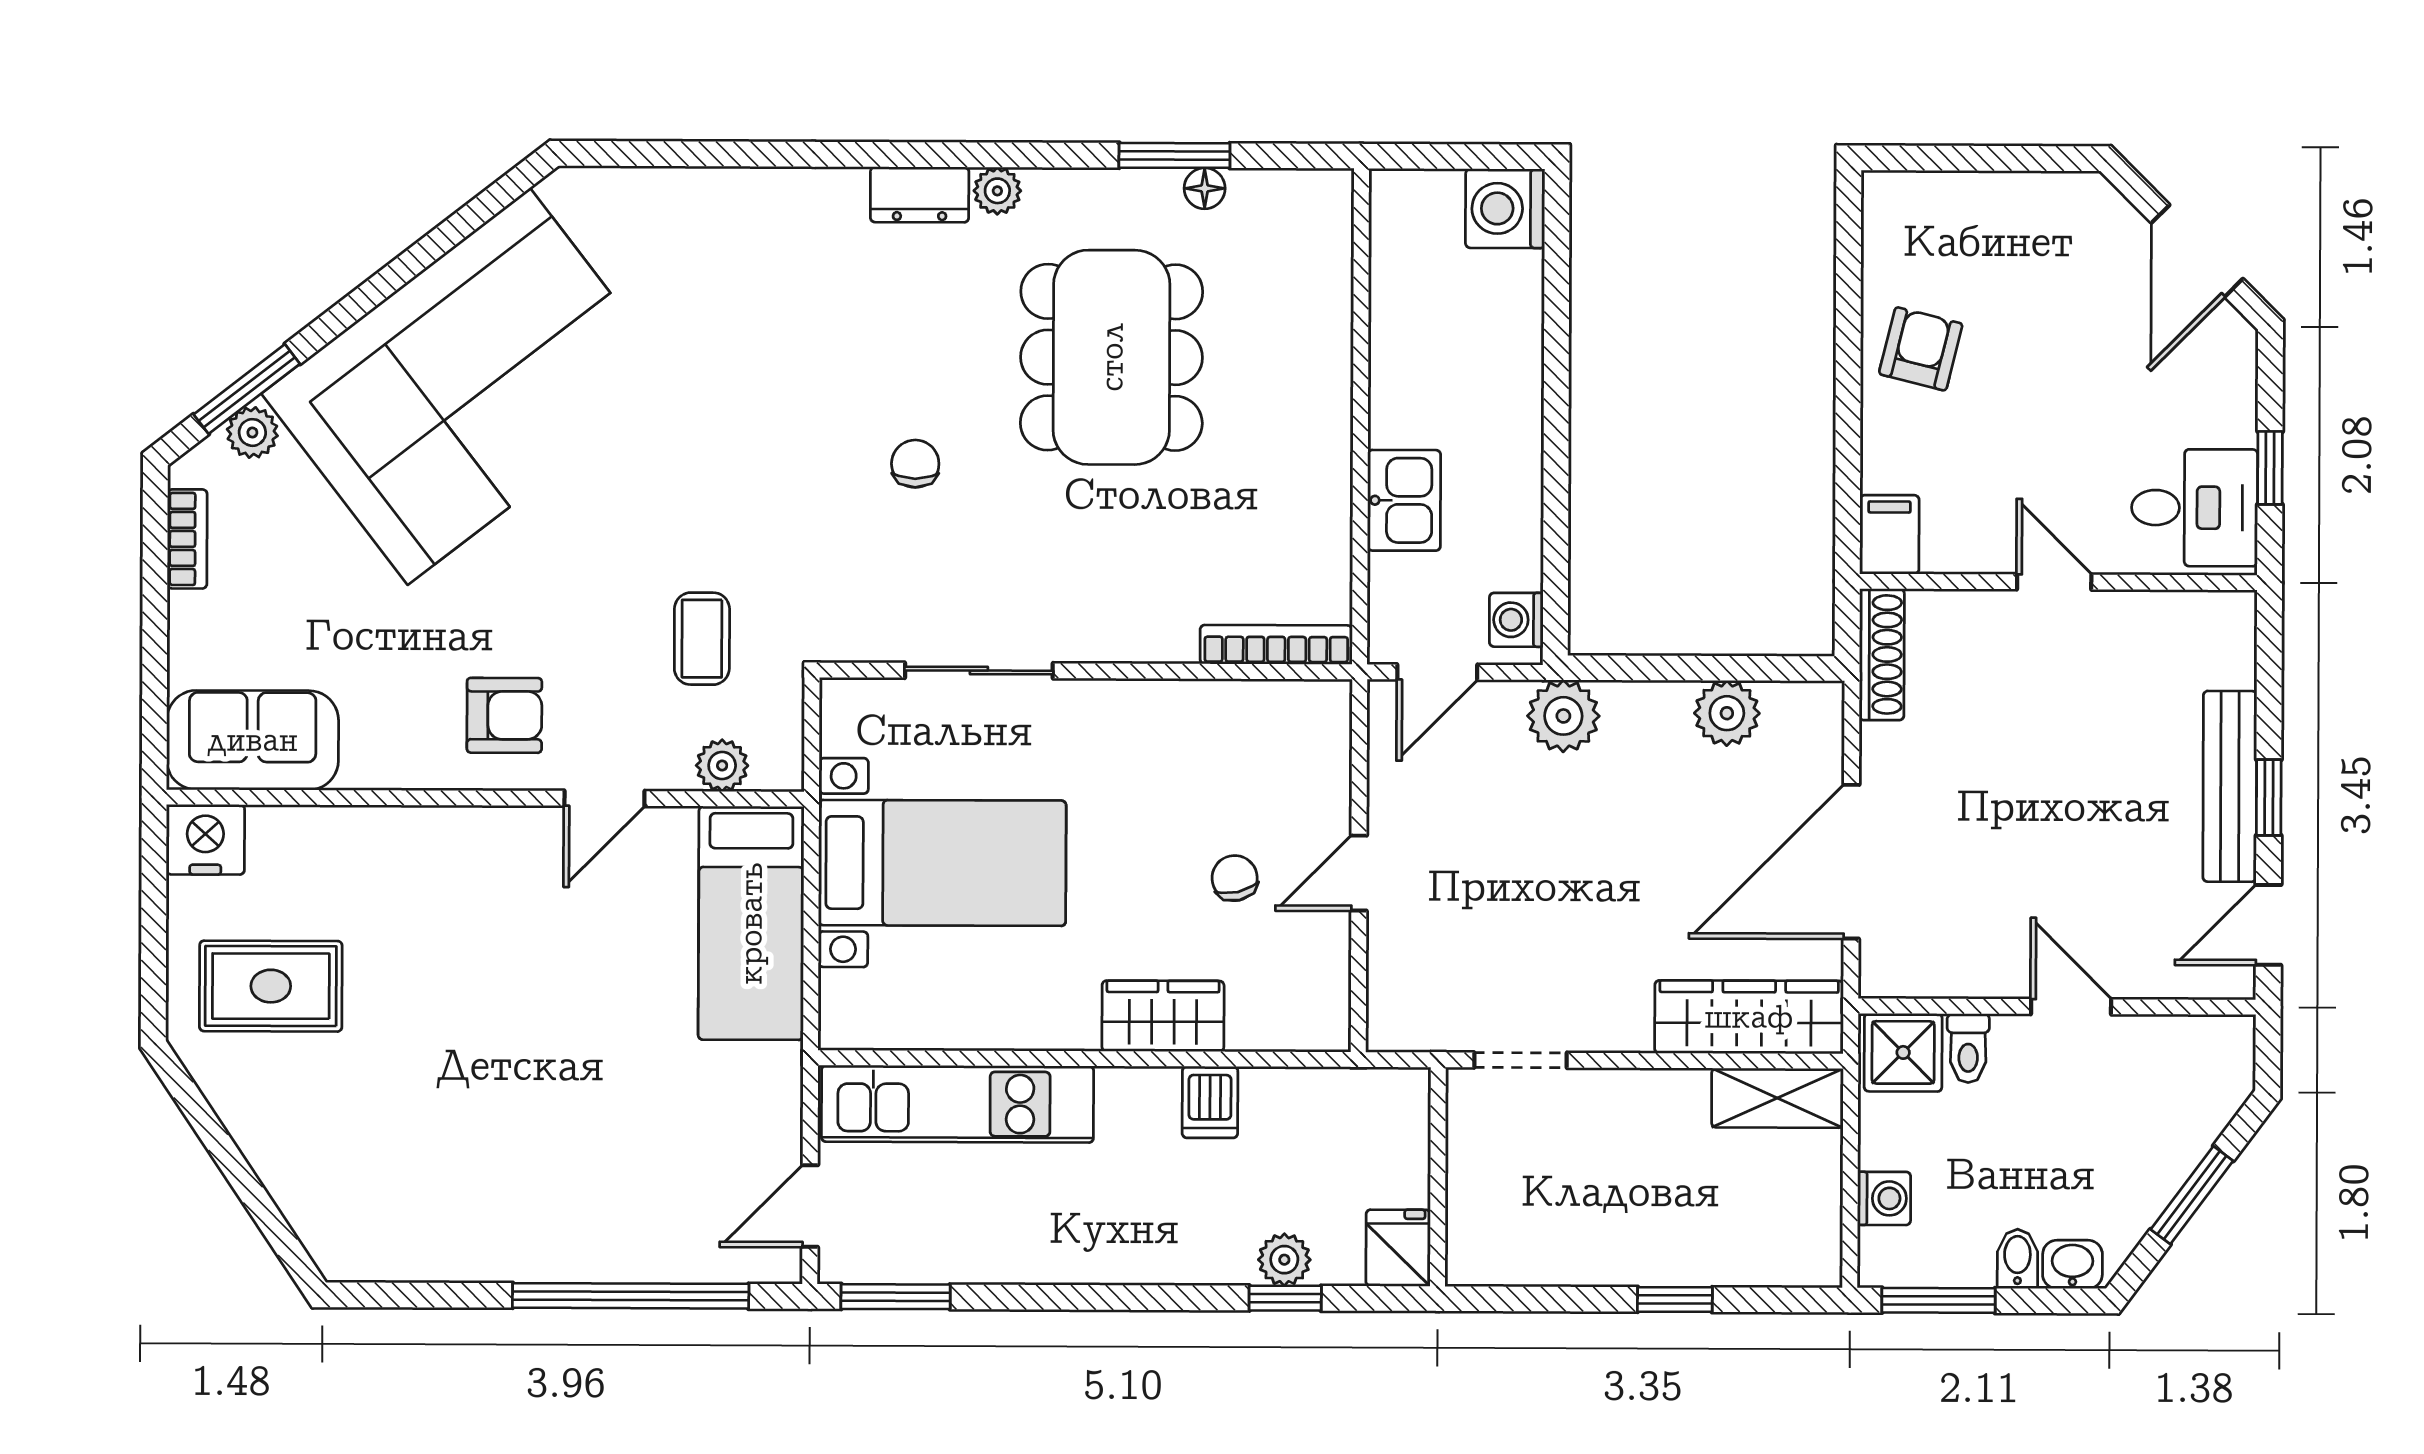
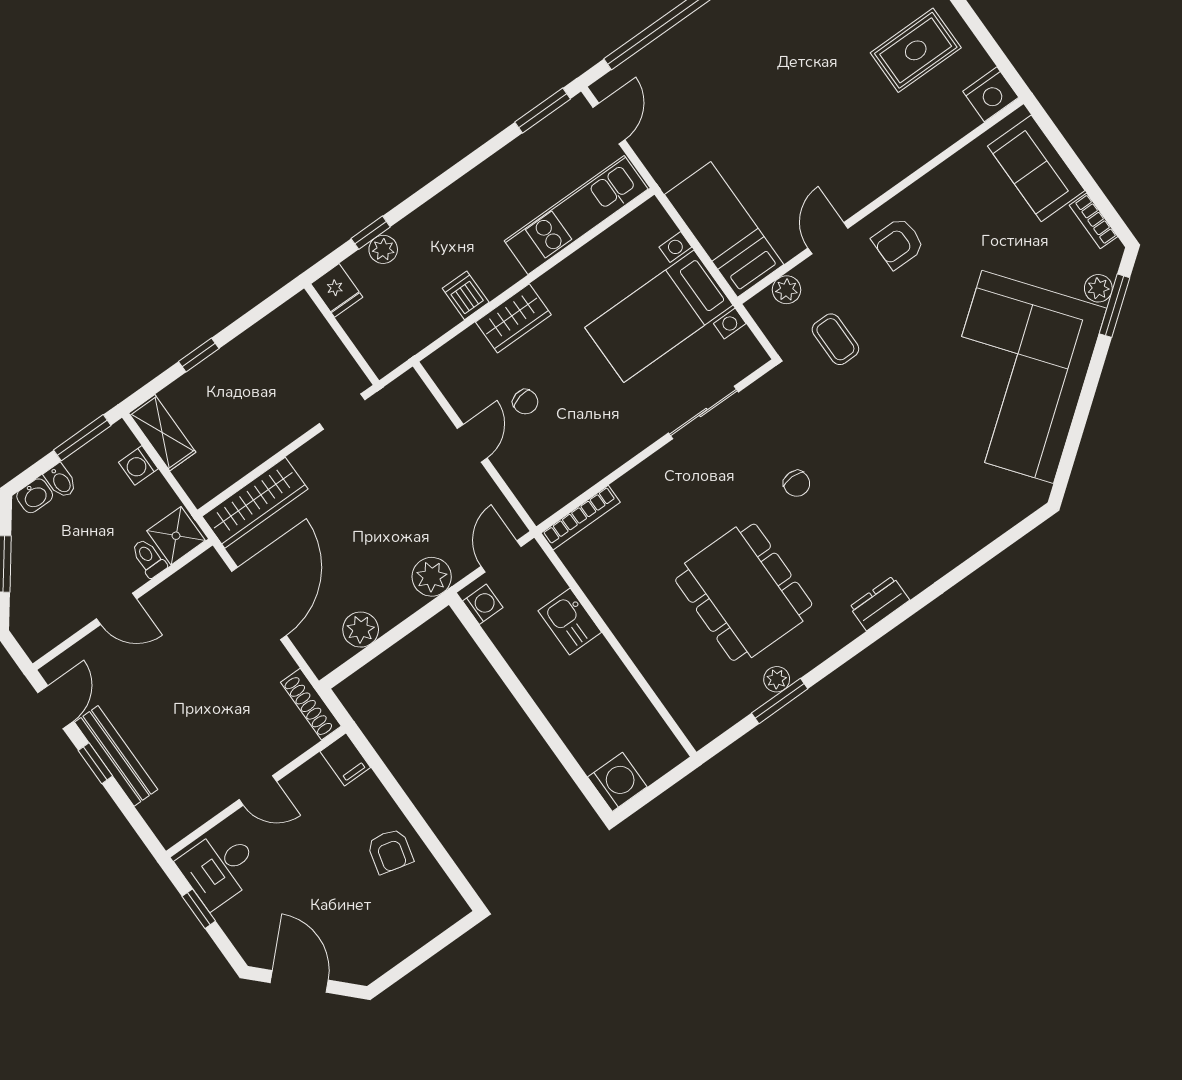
floor lamp: (1205, 188) -> (756, 696), removed
plant: (997, 191) -> (777, 679), moved
sofa: (253, 740) -> (1036, 168), moved, turned 90
shelving: (1777, 1098) -> (162, 433), moved, turned 90

